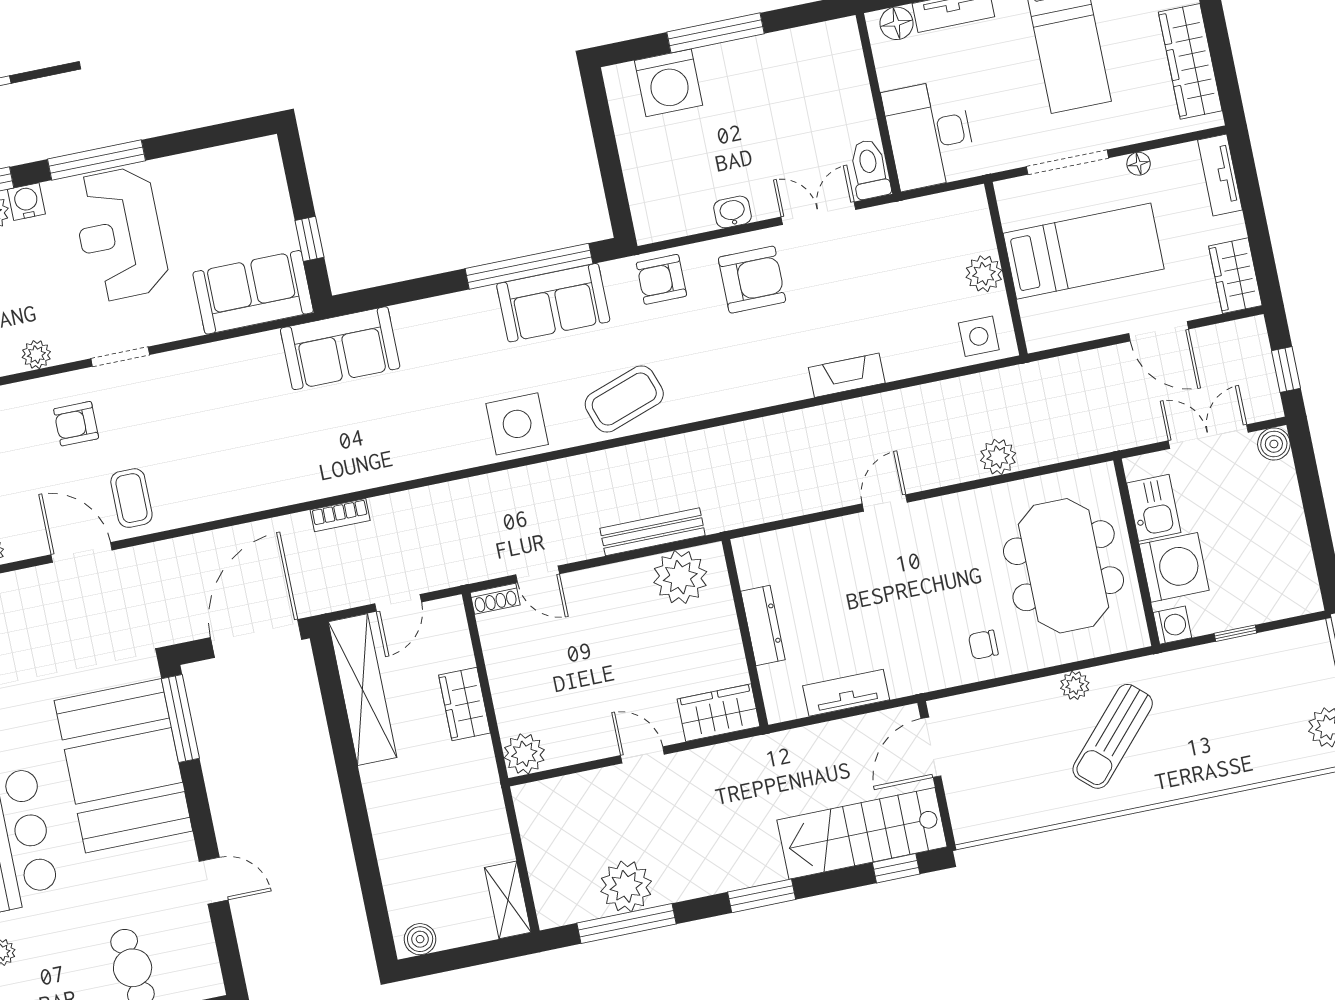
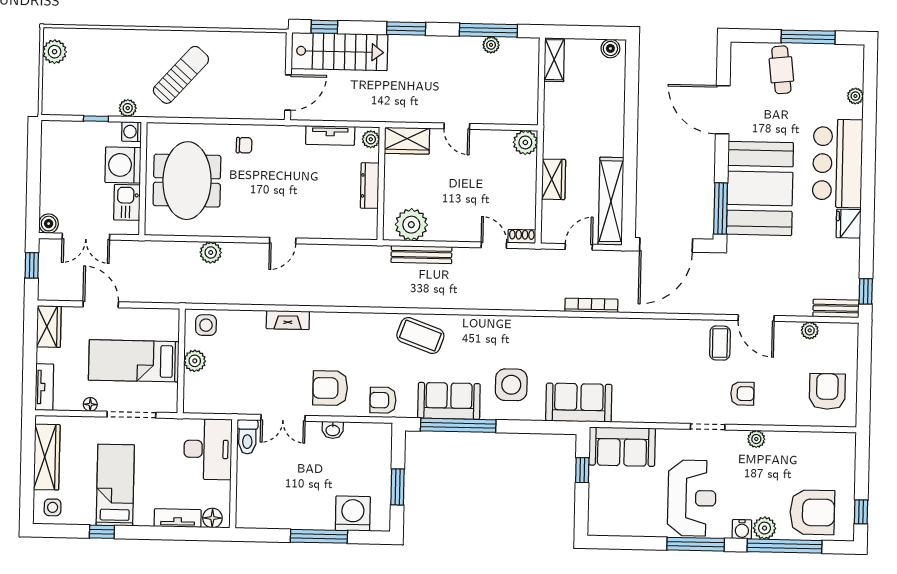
window: (605, 143) -> (398, 487), added
armchair: (661, 279) -> (383, 400), turned 180
coffee table: (624, 399) -> (420, 336), turned 39
side table: (517, 424) -> (511, 385), moved
bookcase: (340, 515) -> (591, 305), width x1.56
plant: (1075, 685) -> (128, 108), moved
plant: (778, 702) -> (371, 139), added
door: (214, 881) -> (723, 110), width x1.87
plant: (626, 886) -> (491, 45), width x0.53, depth x0.53

